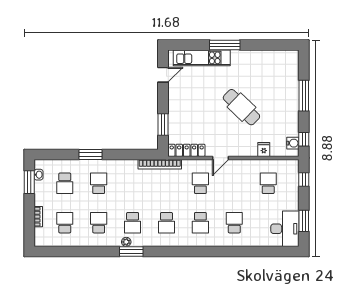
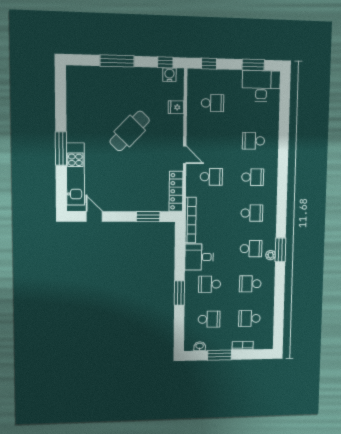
desk: (125, 173) -> (199, 257), added
window: (29, 182) -> (220, 355), moved
school desk: (200, 183) -> (211, 177), turned 180
school desk: (268, 183) -> (213, 103), turned 180

